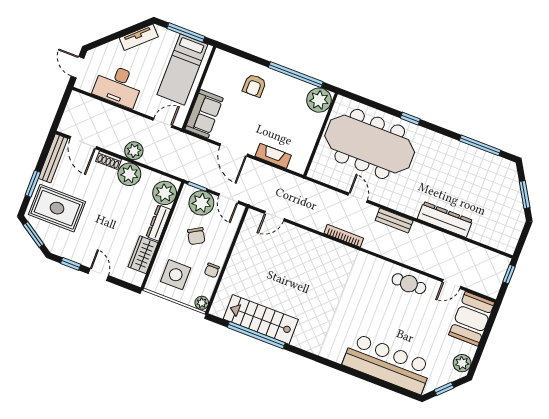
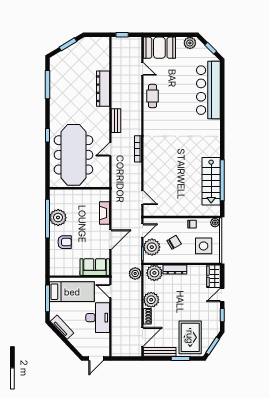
desk: (118, 86) -> (98, 318), moved
plant: (319, 100) -> (58, 218), moved
plant: (134, 151) -> (135, 273), moved
wardrobe: (143, 255) -> (213, 276), moved, turned 90

